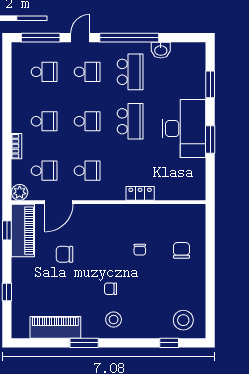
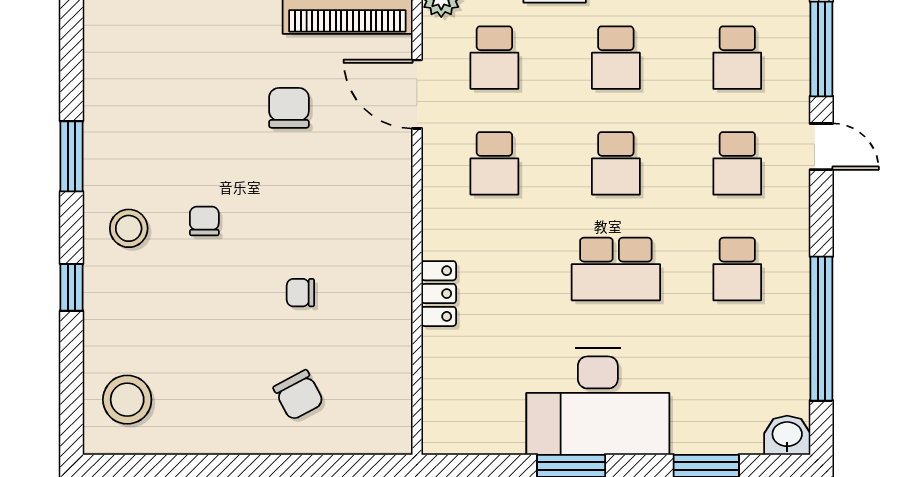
window: (129, 38) -> (821, 329), moved
washbasin: (161, 50) -> (787, 435), moved, turned 90
school desk: (130, 72) -> (737, 269), width x0.54
chair: (181, 250) -> (299, 395), turned 62
piano: (55, 327) -> (110, 85), removed
window: (169, 343) -> (72, 287), moved

